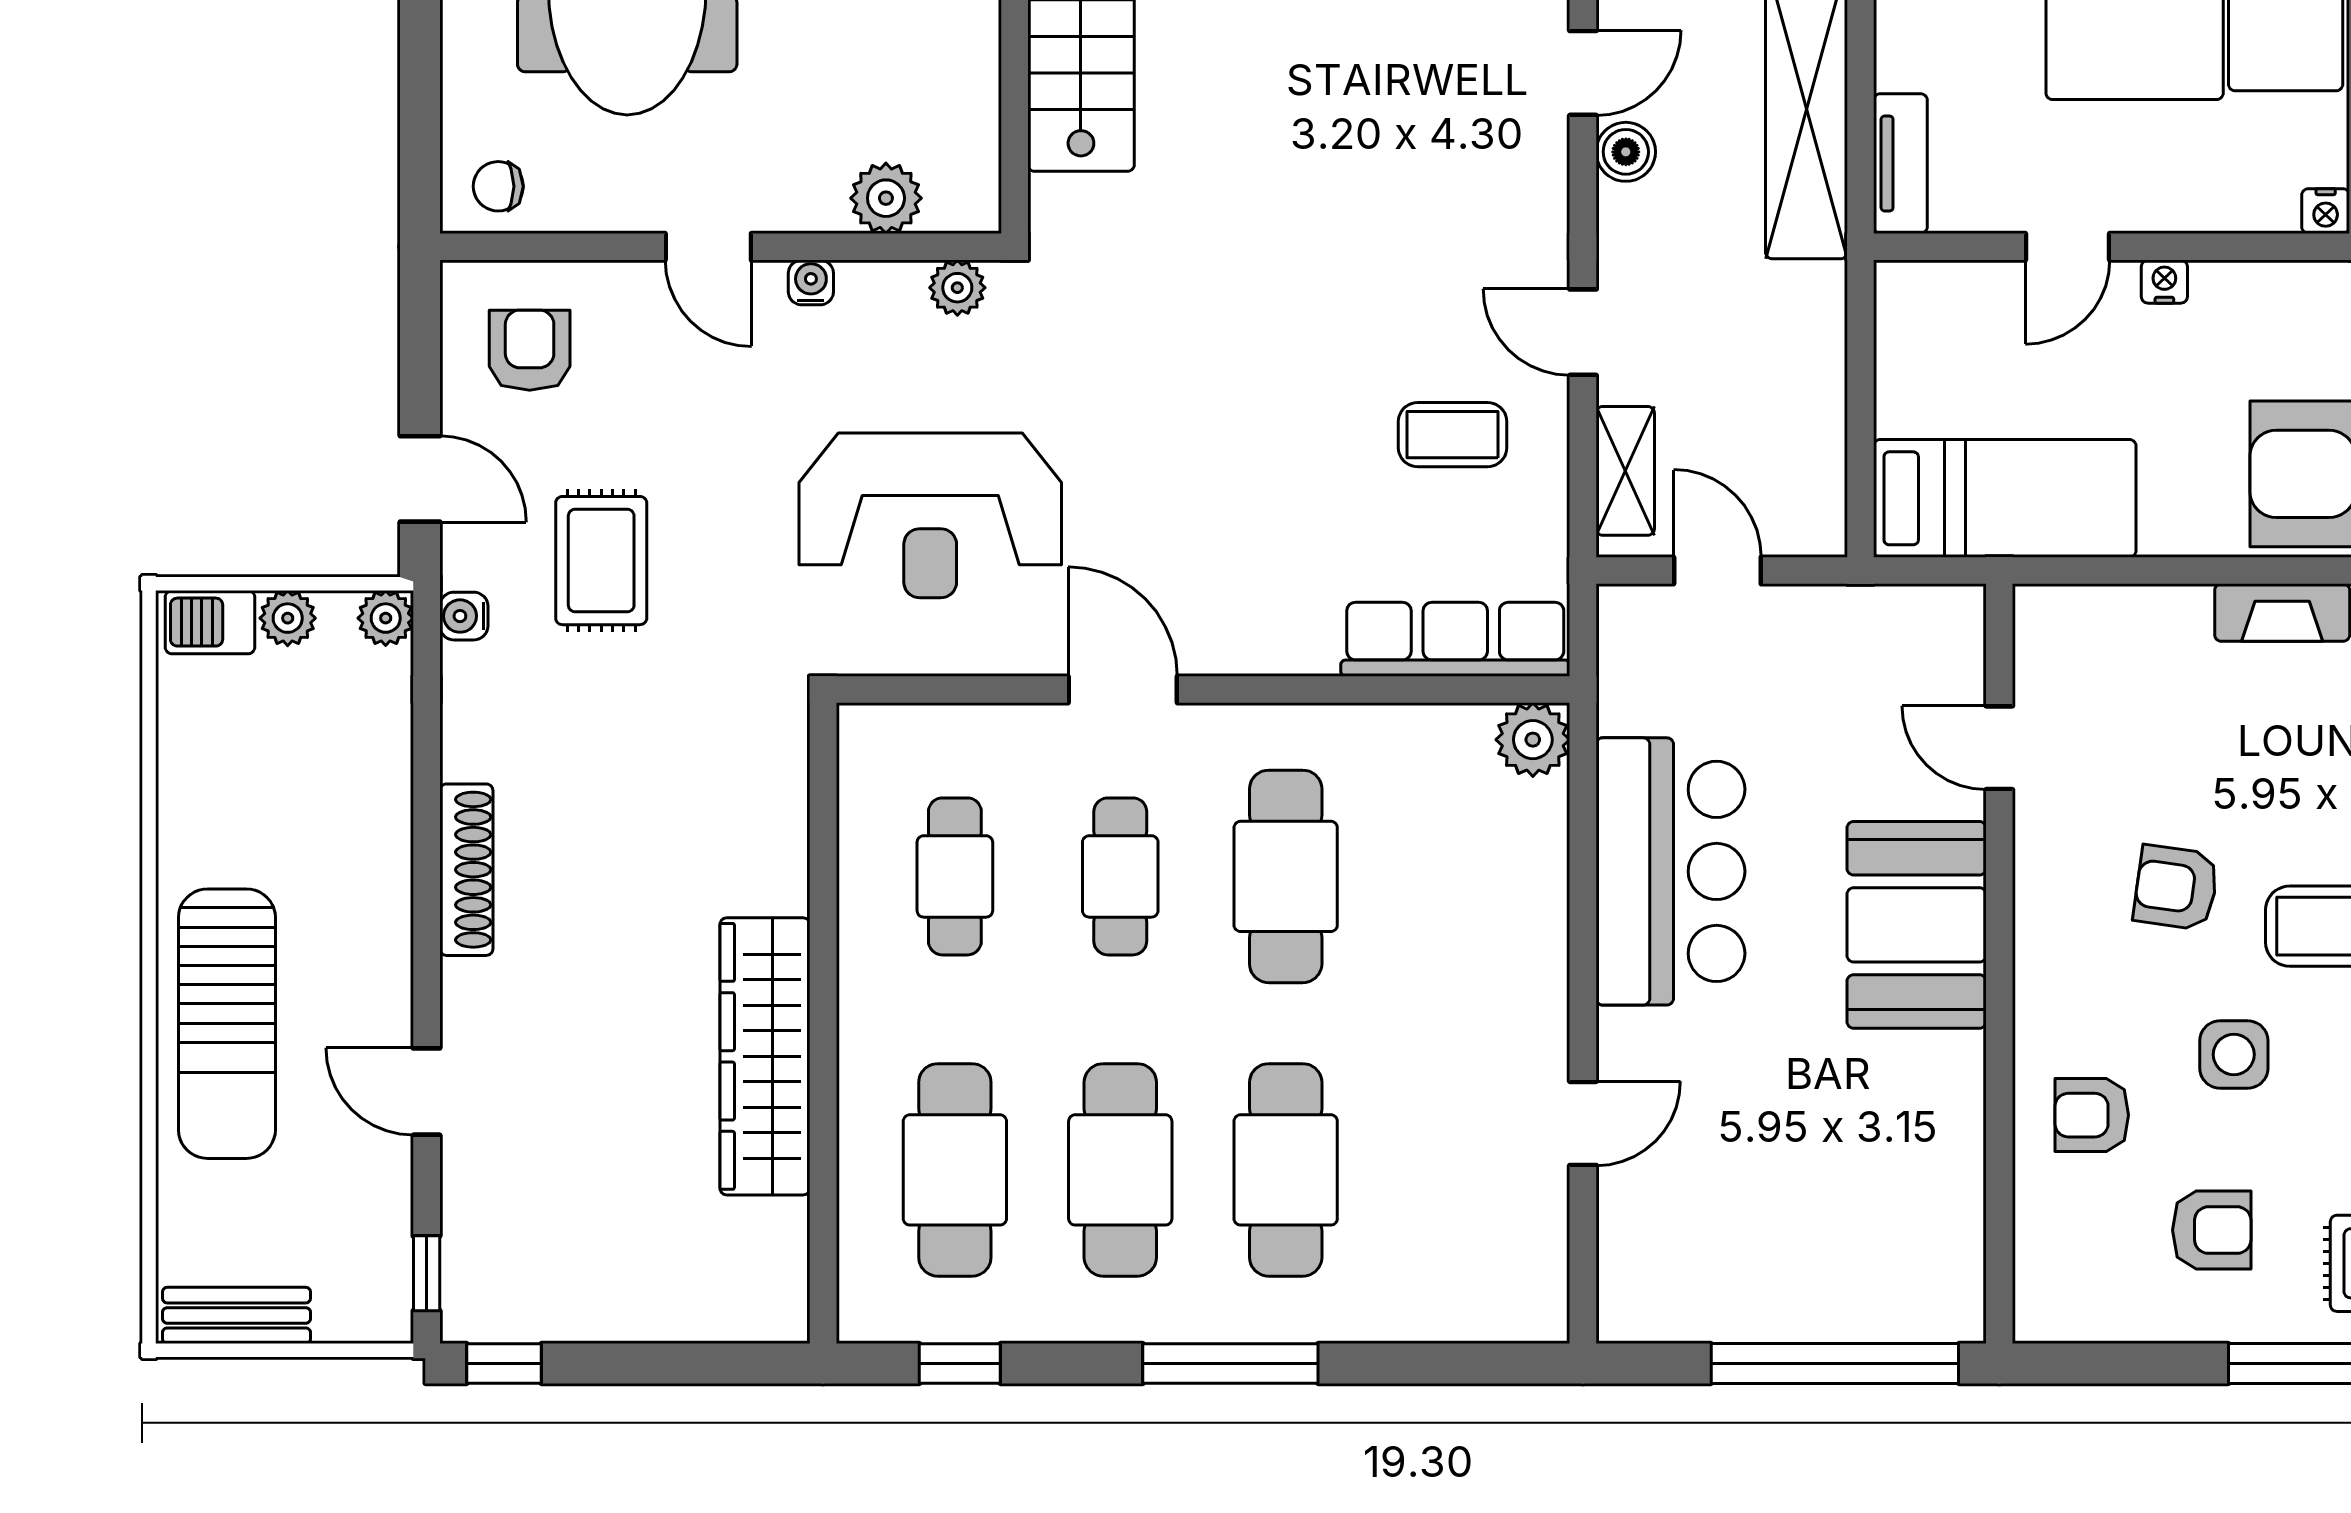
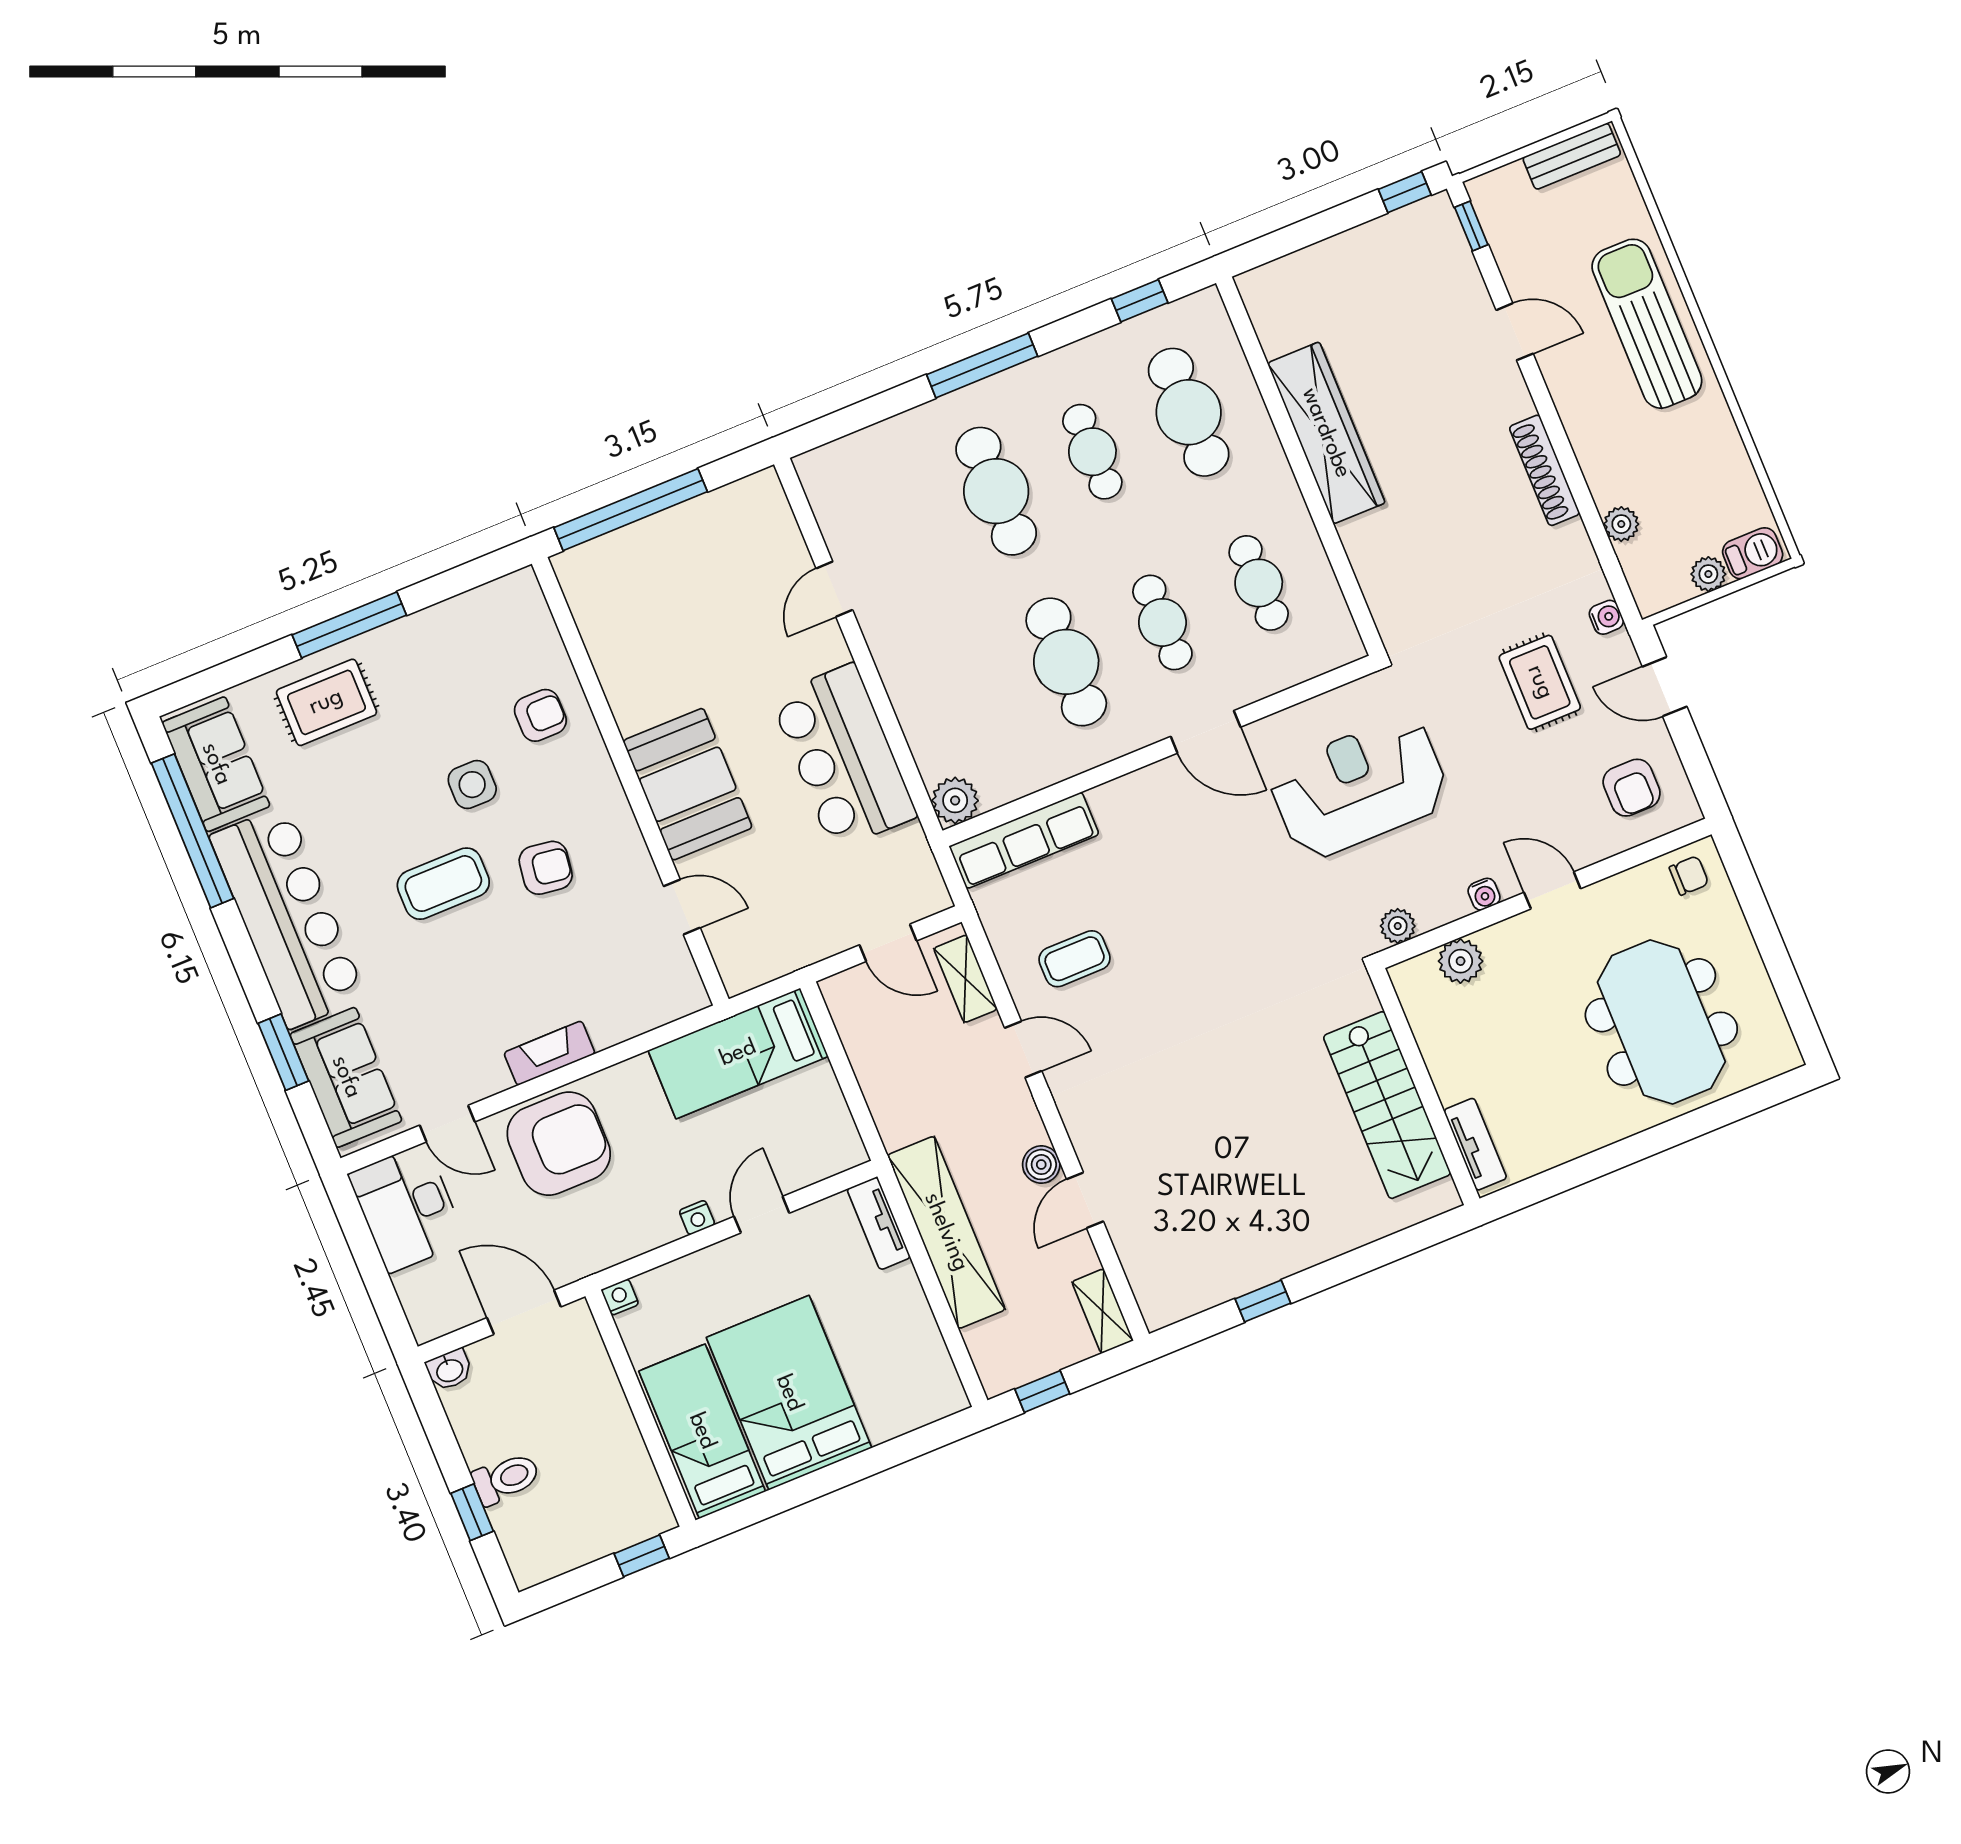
plant: (386, 618) -> (1621, 524), moved
cafe table: (1120, 1170) -> (1092, 452), width x0.73, depth x0.74
armchair: (2212, 1230) -> (443, 677), removed

